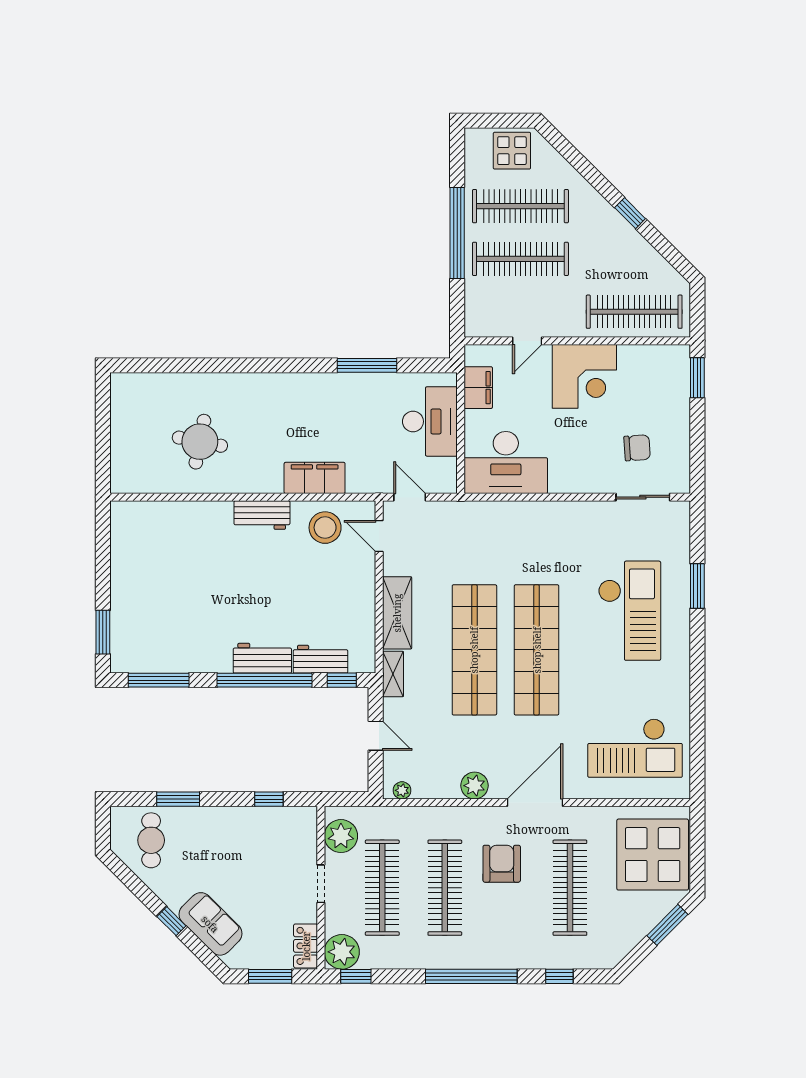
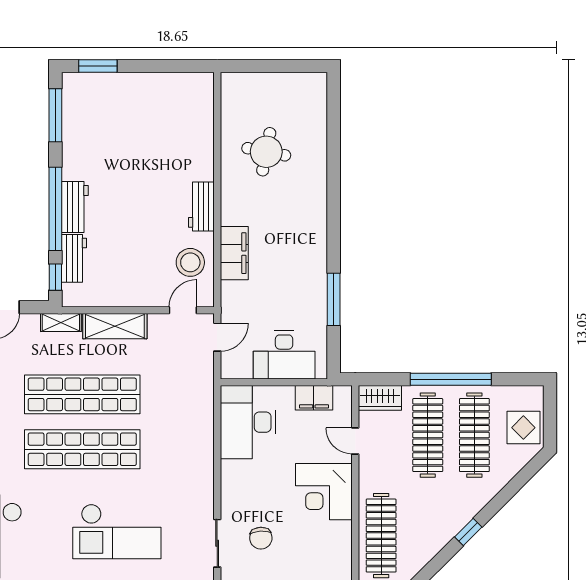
wardrobe: (478, 313) -> (380, 398), added

